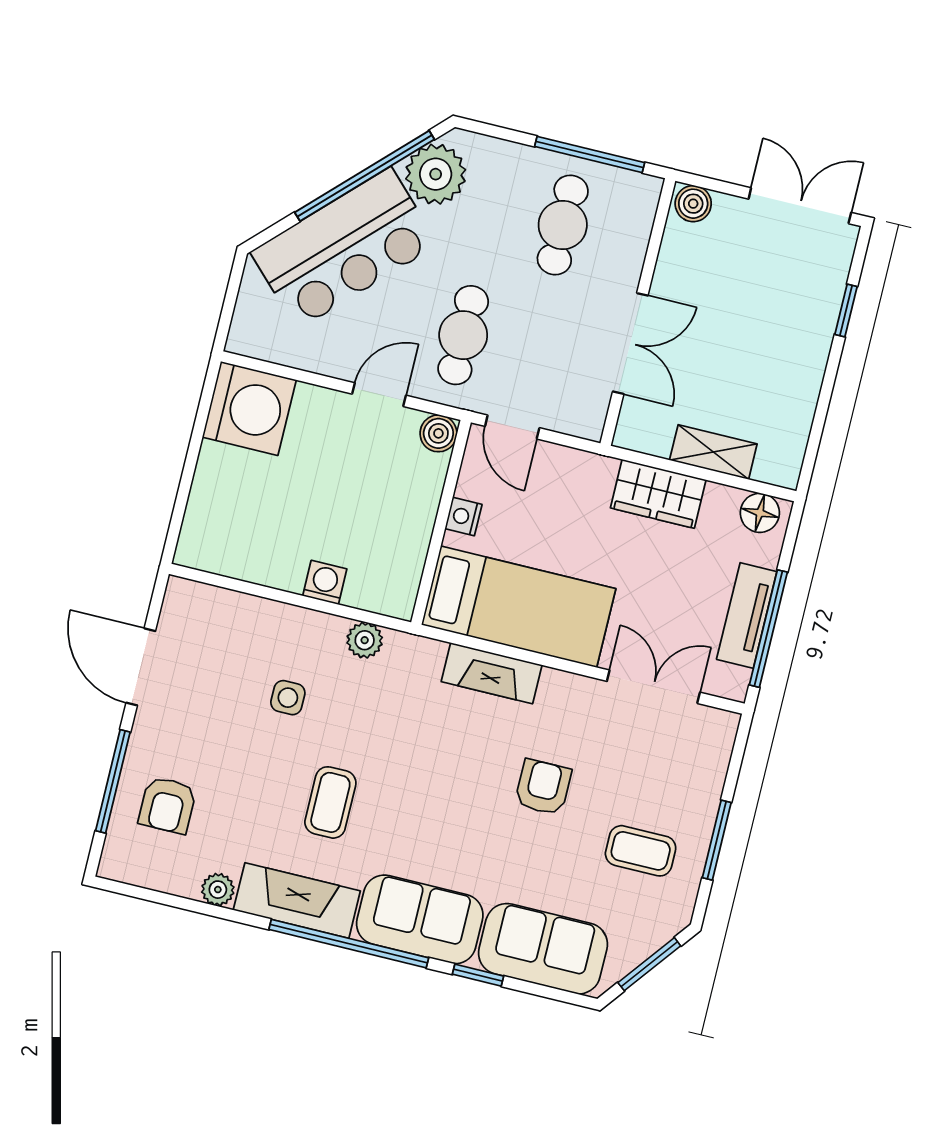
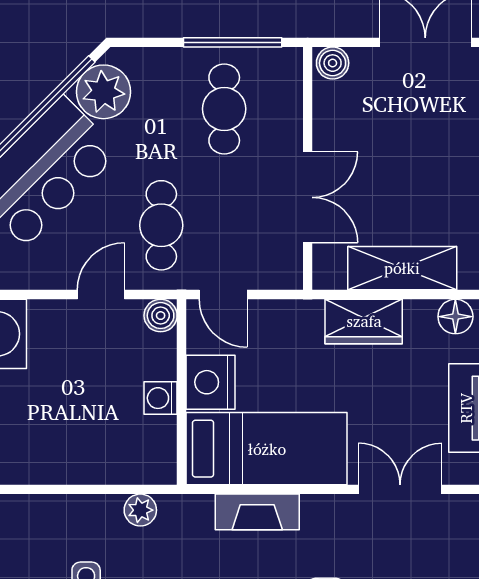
shelving: (713, 452) -> (402, 268), width x1.50, depth x1.33
nightstand: (463, 517) -> (211, 382), width x1.89, depth x1.79
washing machine: (325, 582) -> (161, 398), moved, turned -90

